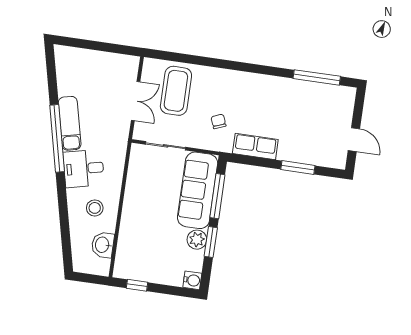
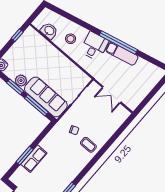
coffee table: (176, 91) -> (88, 145), moved, width x0.54, depth x0.58
row of seats: (255, 146) -> (34, 159), moved

